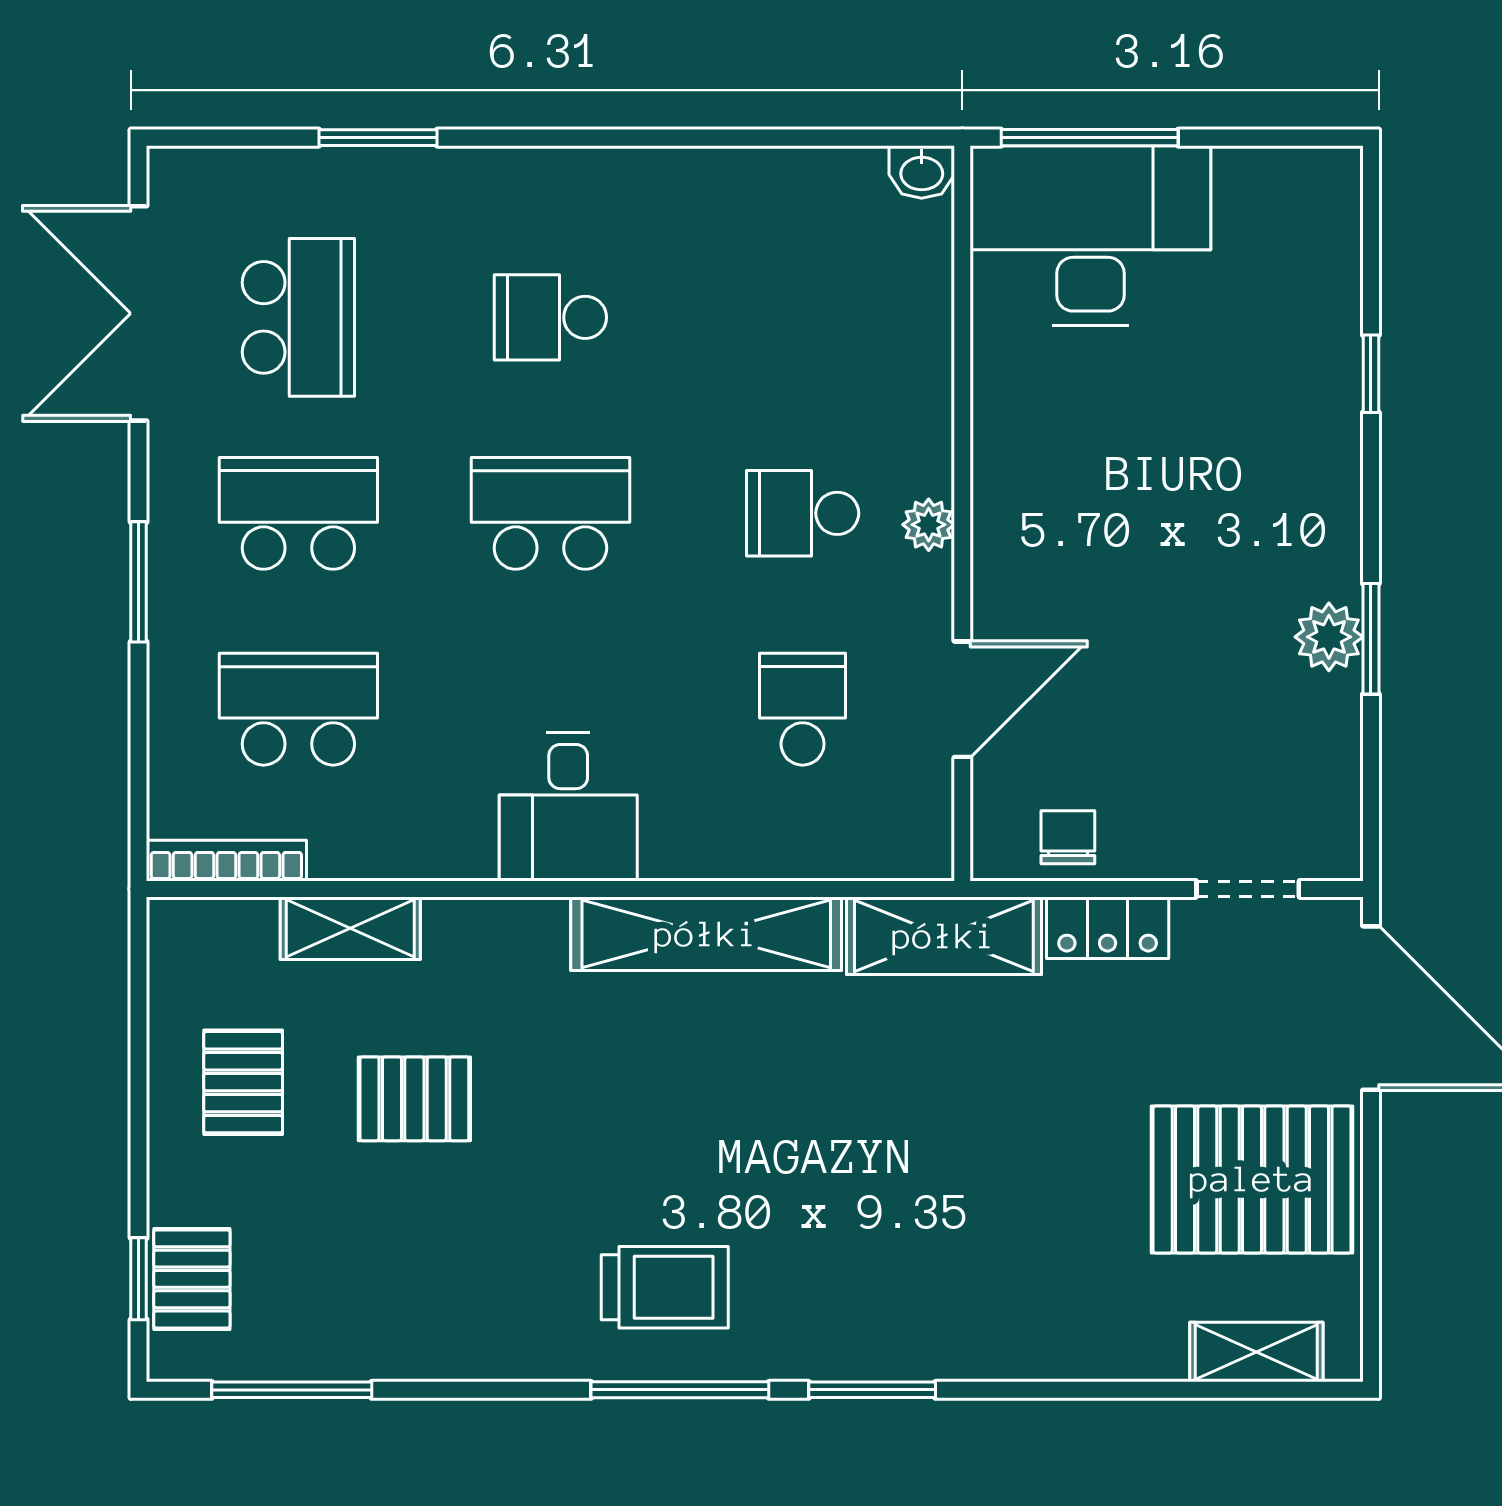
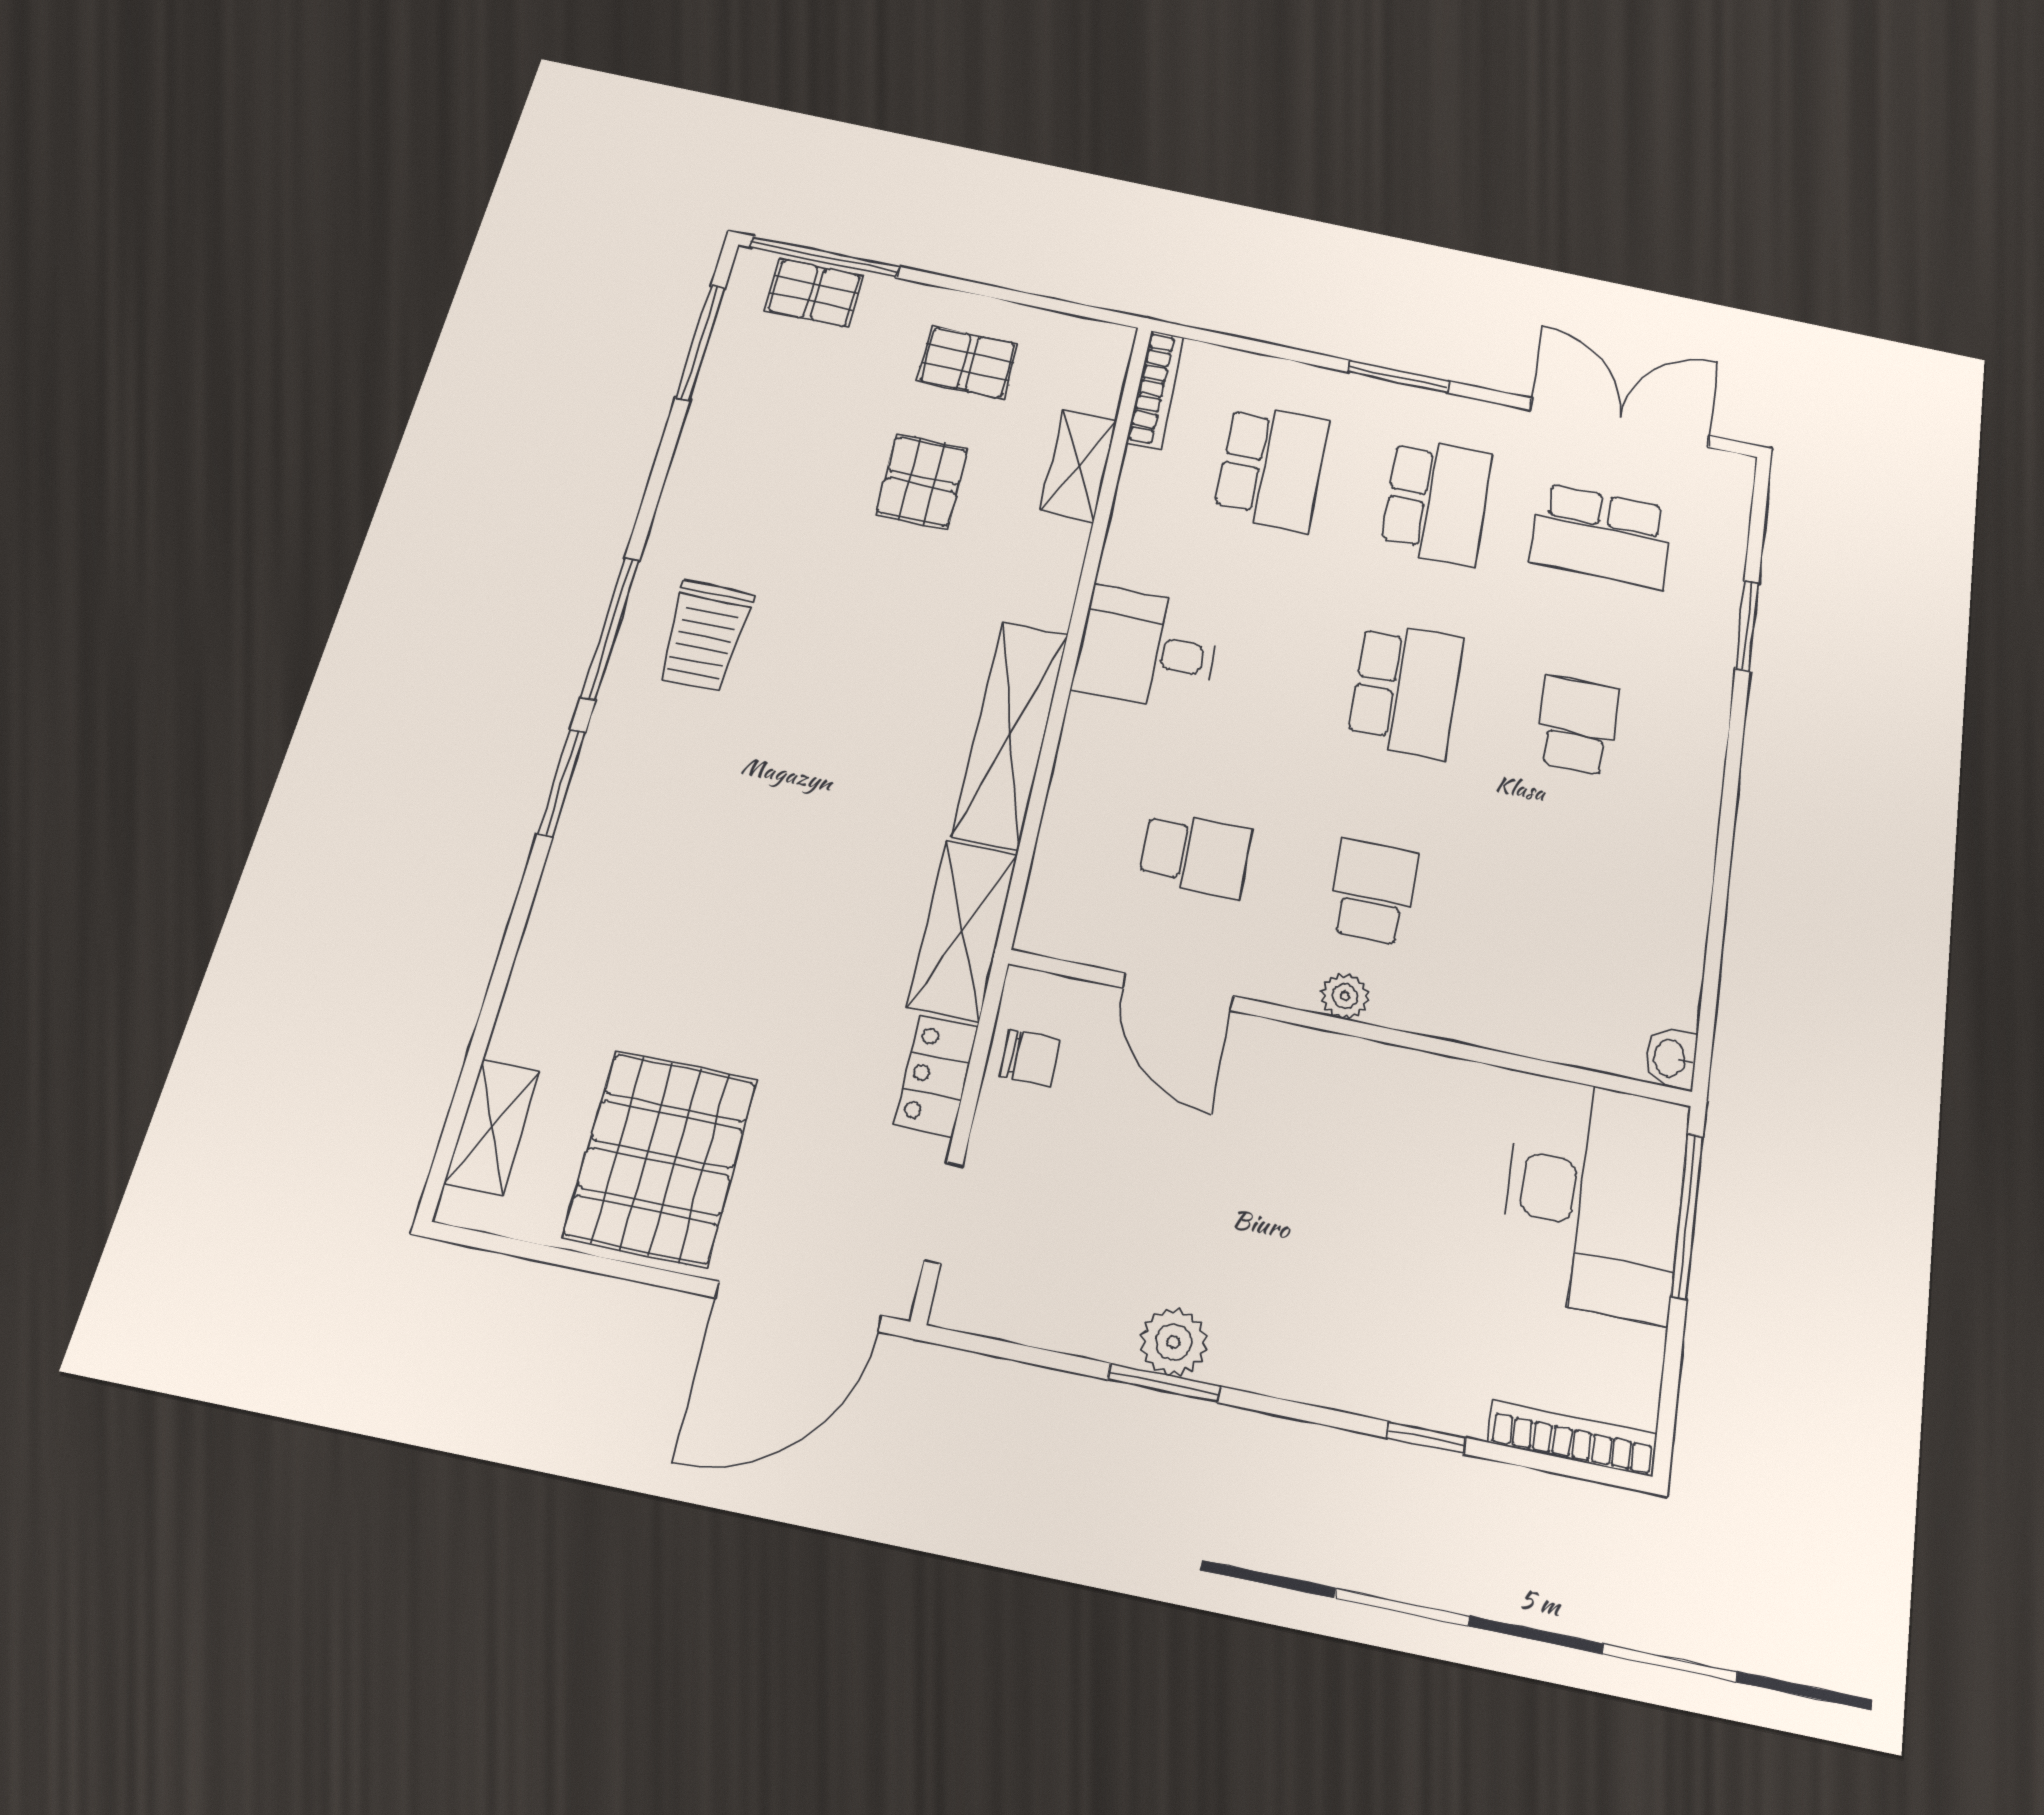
bookcase: (1342, 229) -> (1572, 1438), added
window: (139, 1279) -> (825, 257), width x2.17

